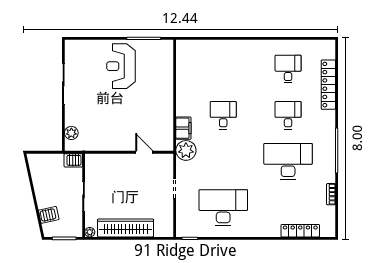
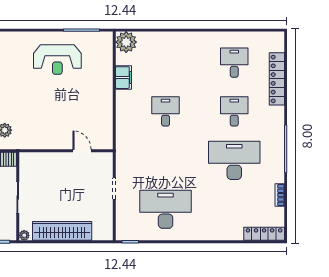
reception desk: (121, 66) -> (57, 59), turned -90
filing cabinet: (183, 128) -> (123, 78), moved
plant: (186, 150) -> (126, 42), moved
locker: (300, 231) -> (264, 234), moved

